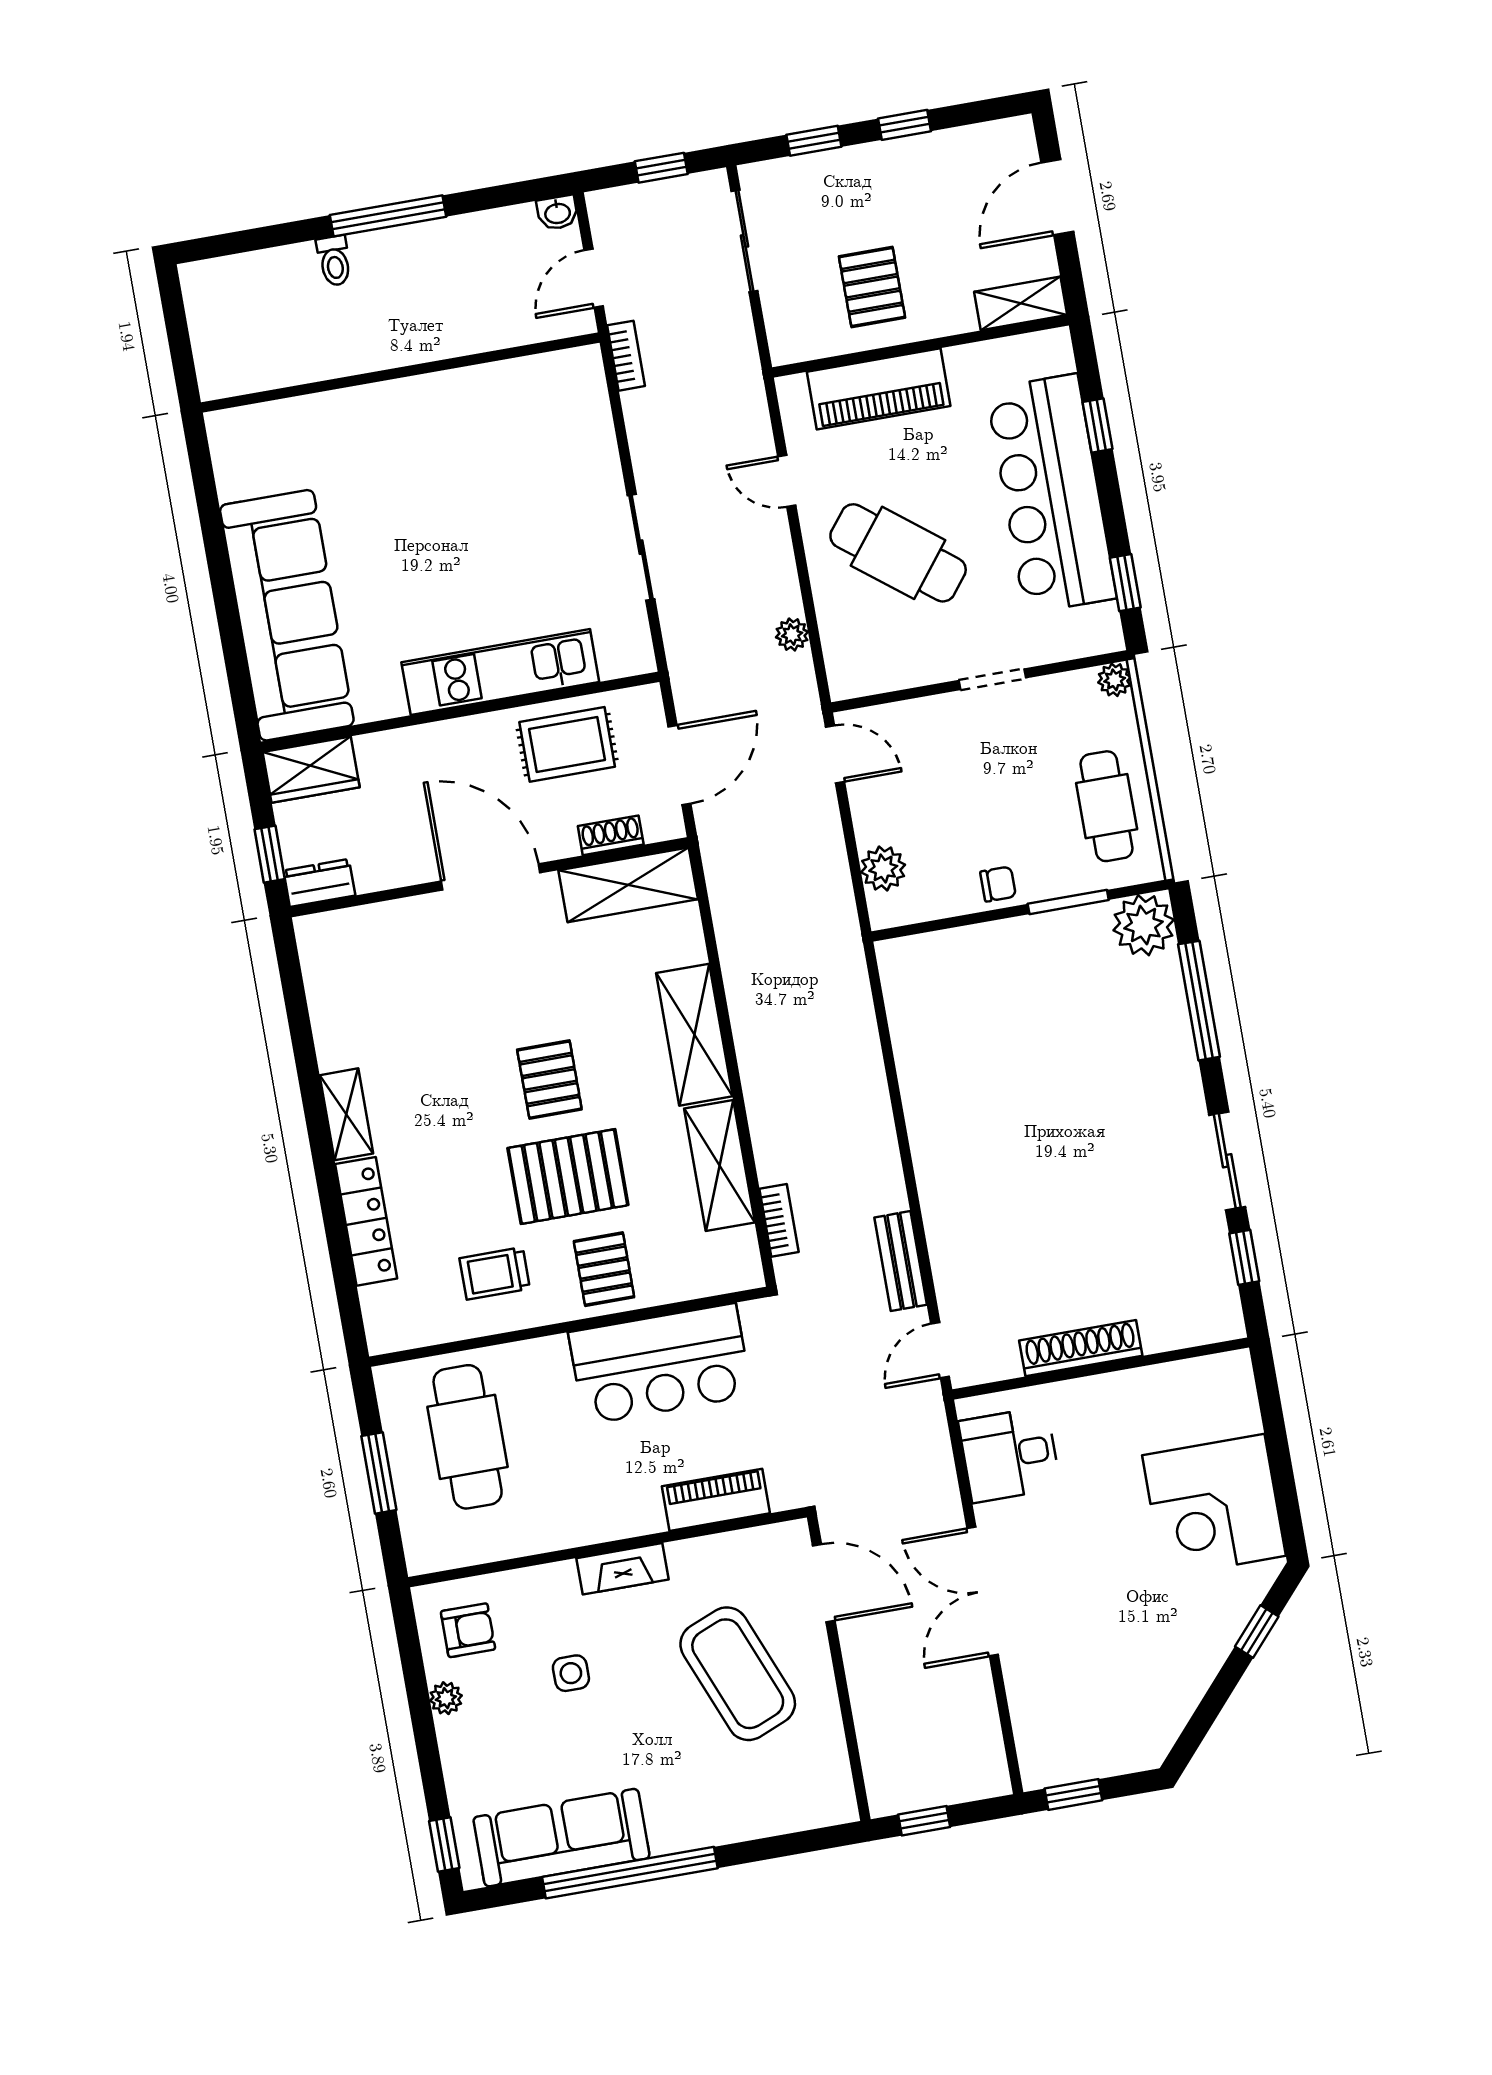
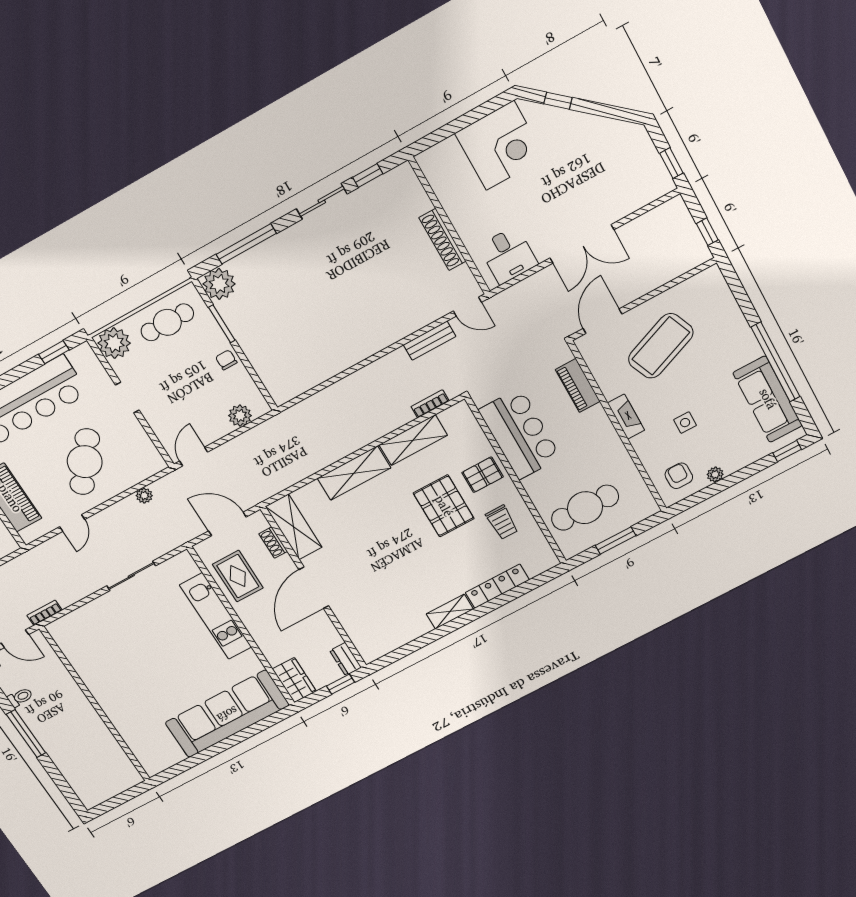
toilet: (334, 261) -> (20, 697), moved
plant: (1115, 680) -> (114, 343), width x1.87, depth x1.87
pallet: (549, 1080) -> (400, 530), removed

